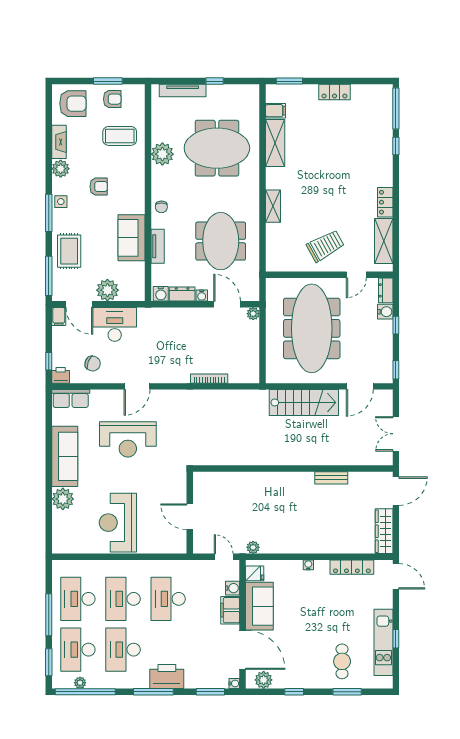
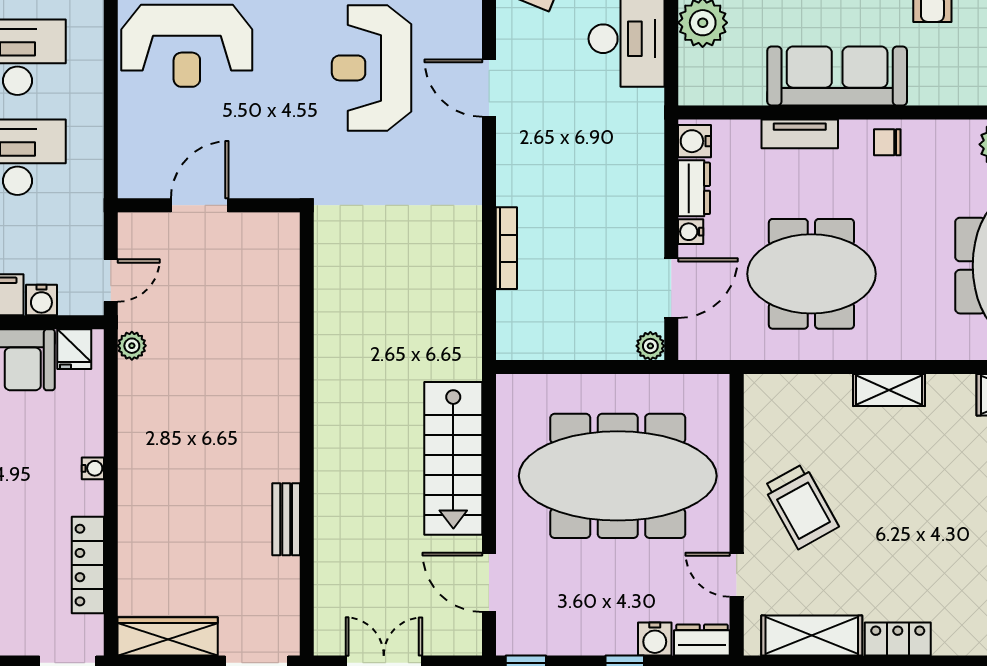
sofa: (131, 238) -> (837, 76), width x1.36
reception desk: (118, 523) -> (187, 46), turned 180

